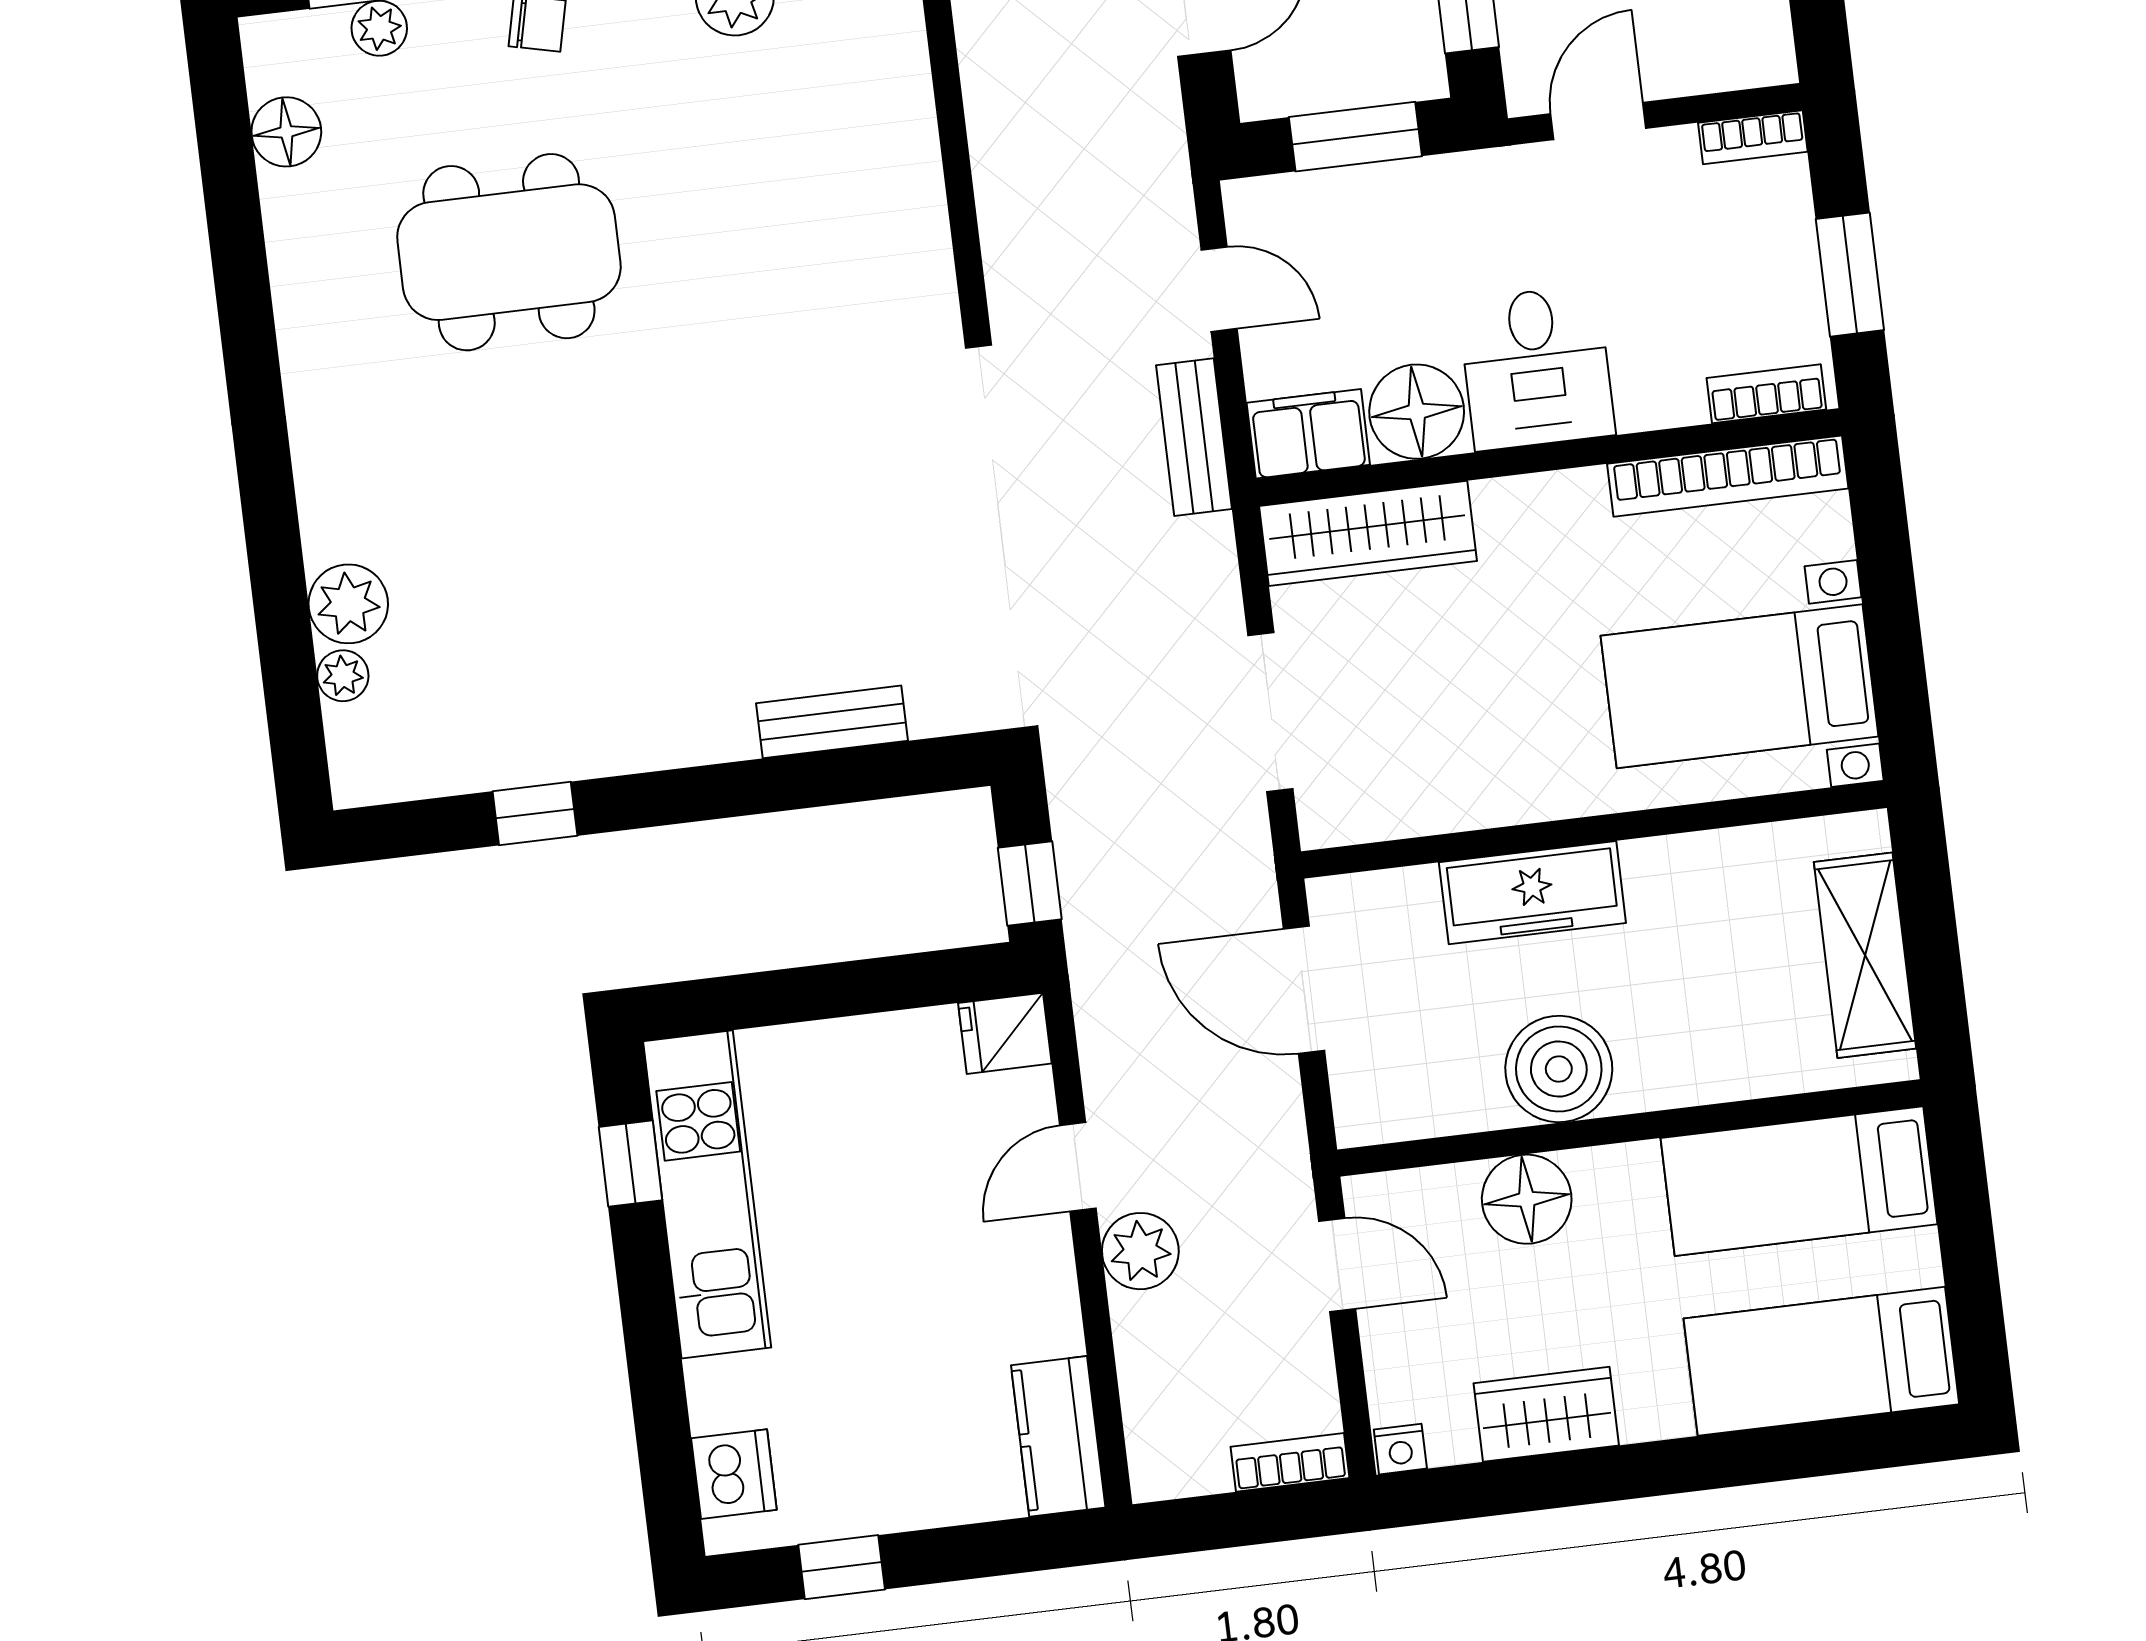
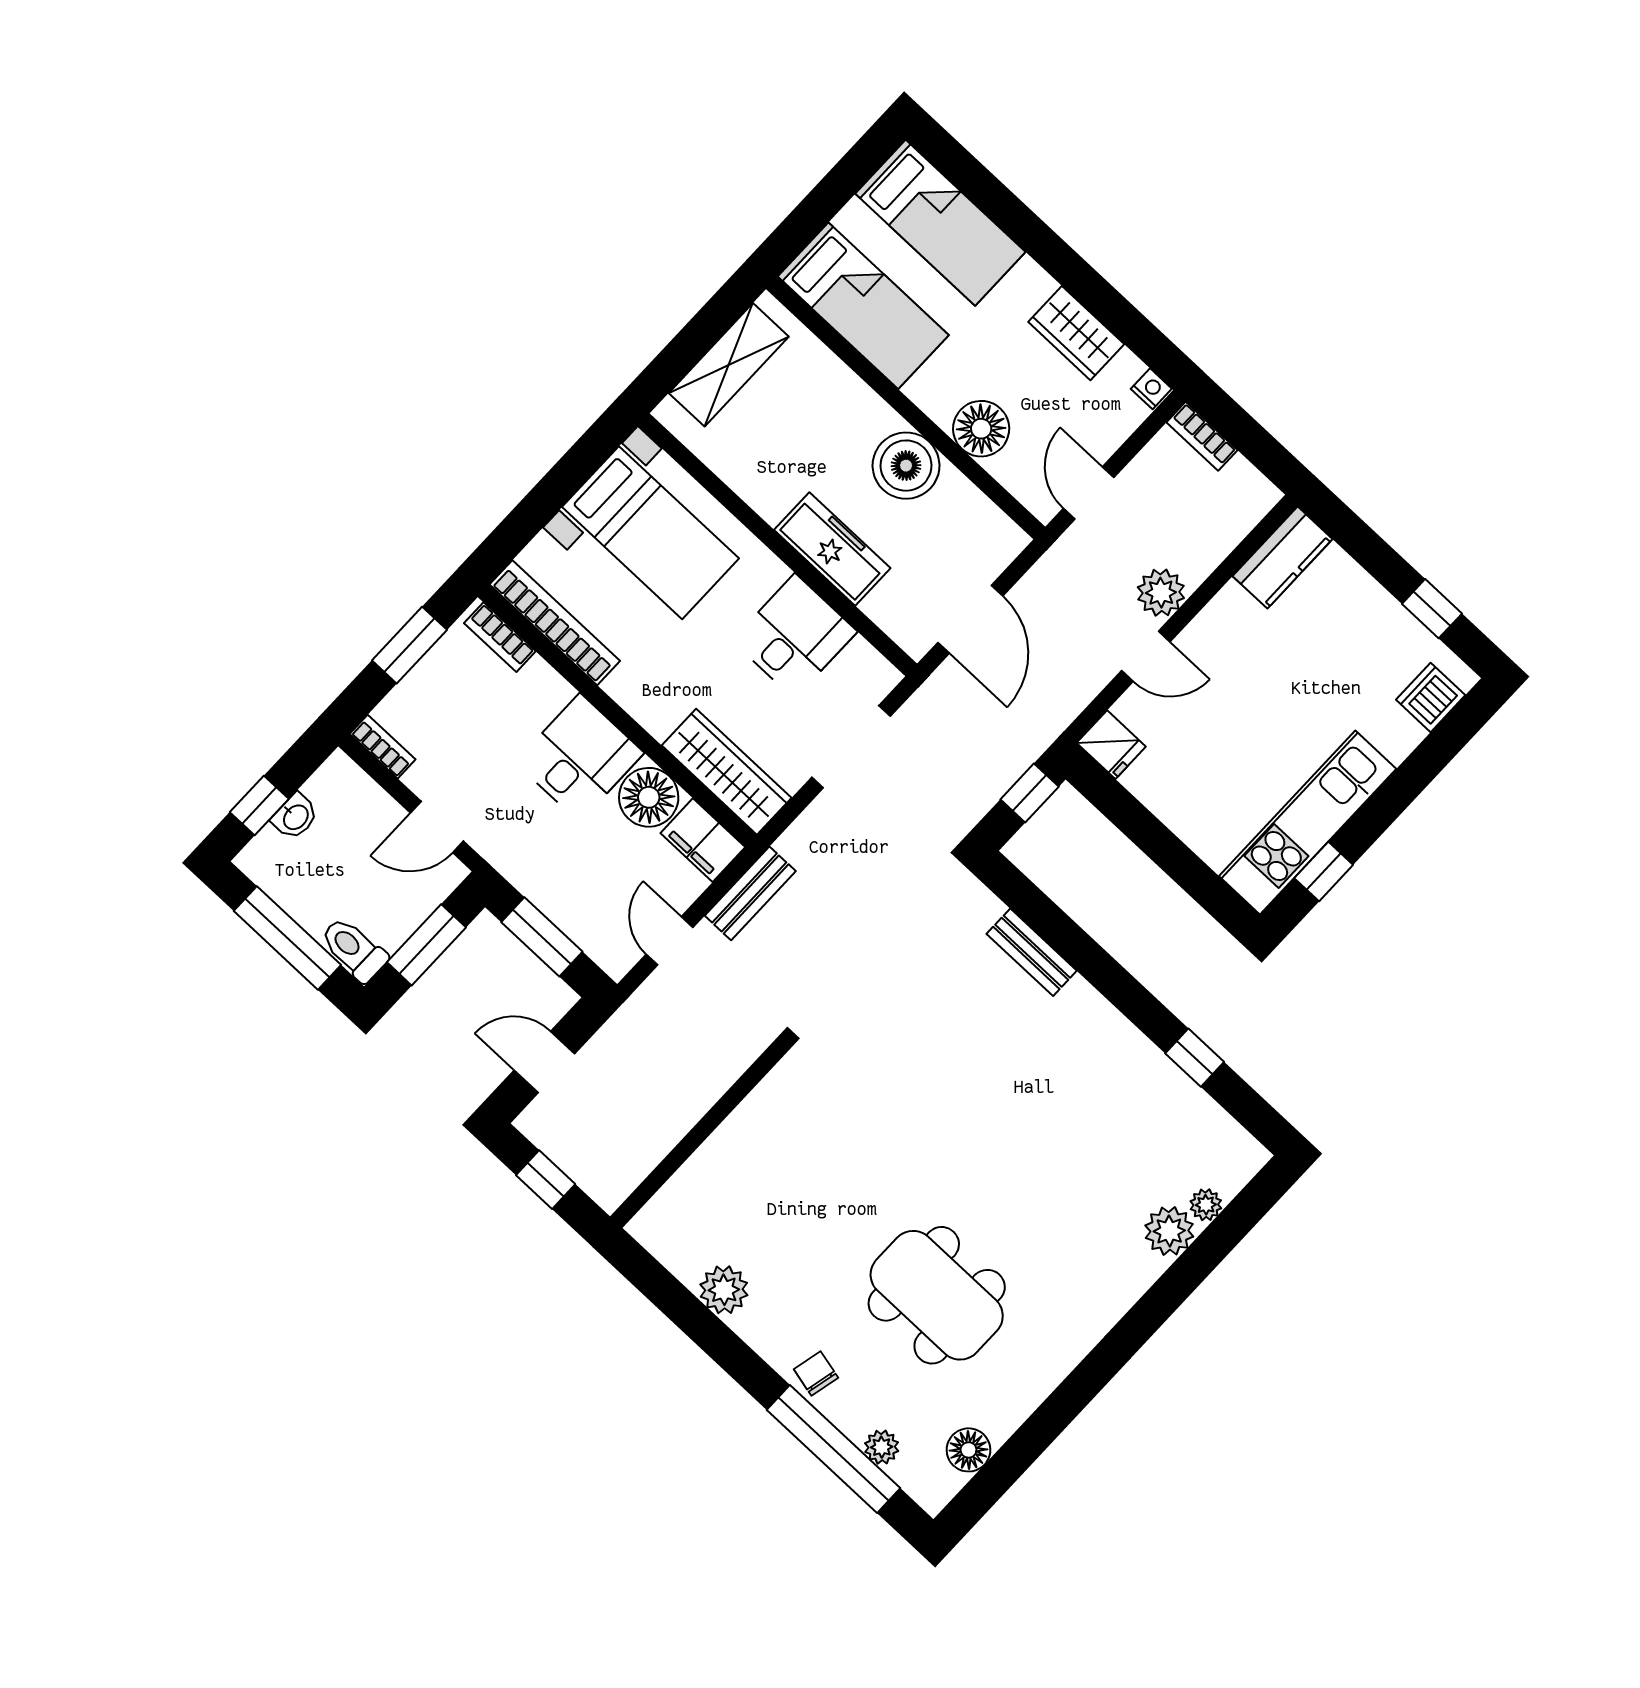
desk: (1464, 757) -> (795, 636), added

